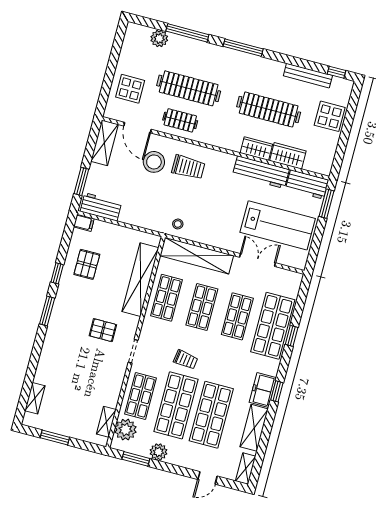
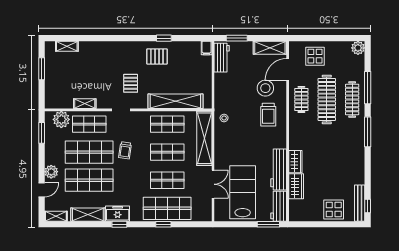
plant: (159, 38) -> (358, 48), moved
bench: (308, 76) -> (360, 203), moved
clothes rail: (269, 110) -> (352, 99), moved, width x0.73, depth x0.76
lab bench: (278, 225) -> (243, 192), turned 180
pallet: (87, 264) -> (157, 56), moved
window: (47, 311) -> (134, 38), removed
shelving: (106, 422) -> (85, 104), moved
plant: (158, 452) -> (51, 172), moved
door: (208, 478) -> (42, 190), swing flipped

